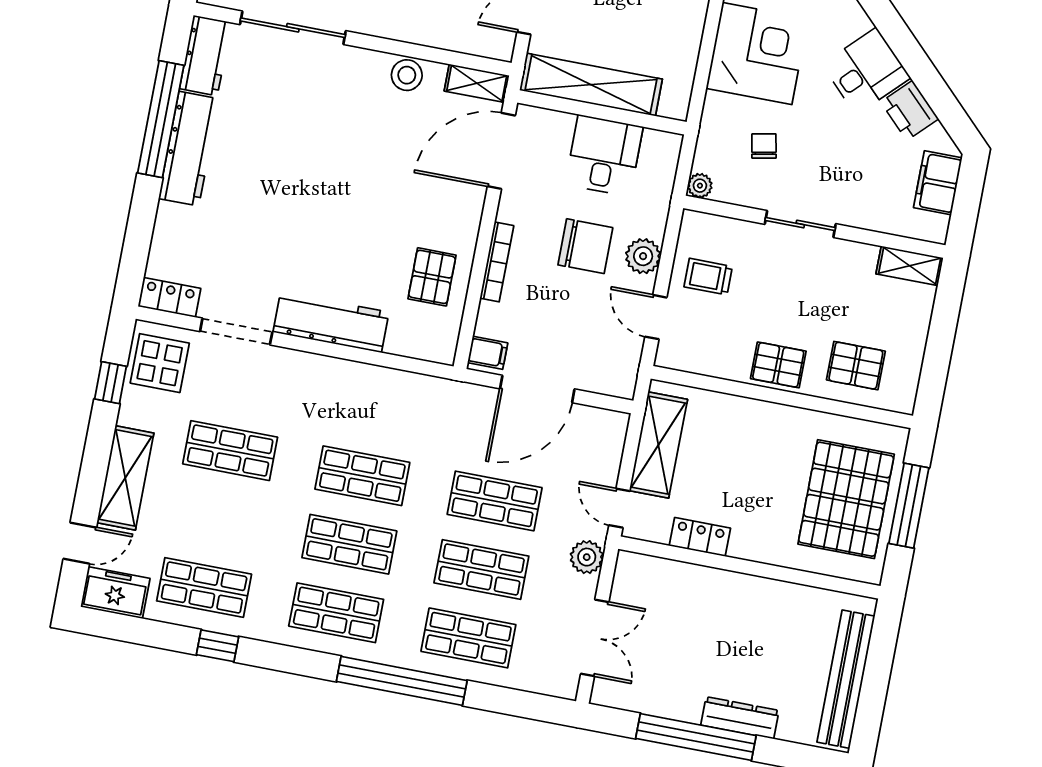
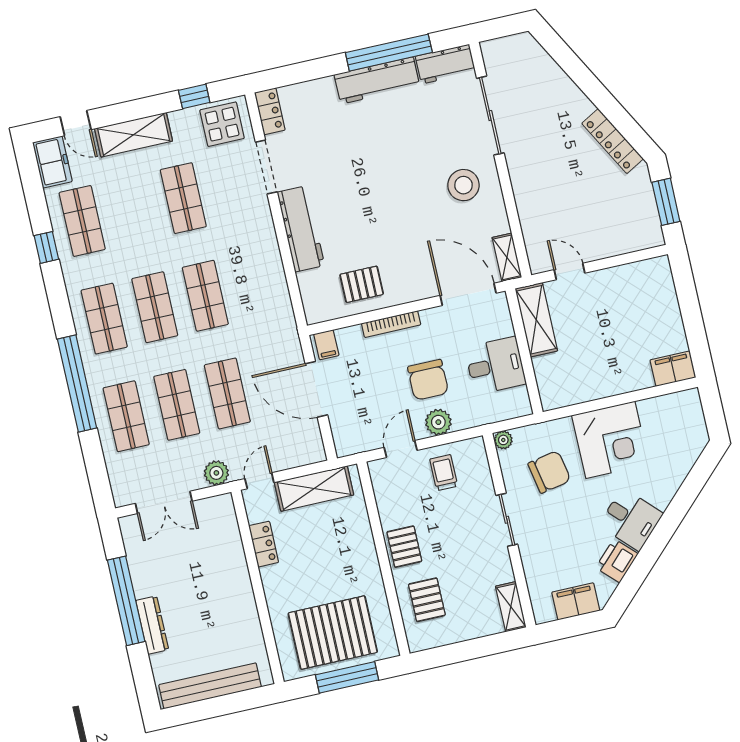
stool: (407, 75) -> (463, 185), moved, width x1.38, depth x1.38
shelving: (591, 85) -> (536, 320), width x0.68
chair: (764, 146) -> (549, 472), width x1.87, depth x1.87

